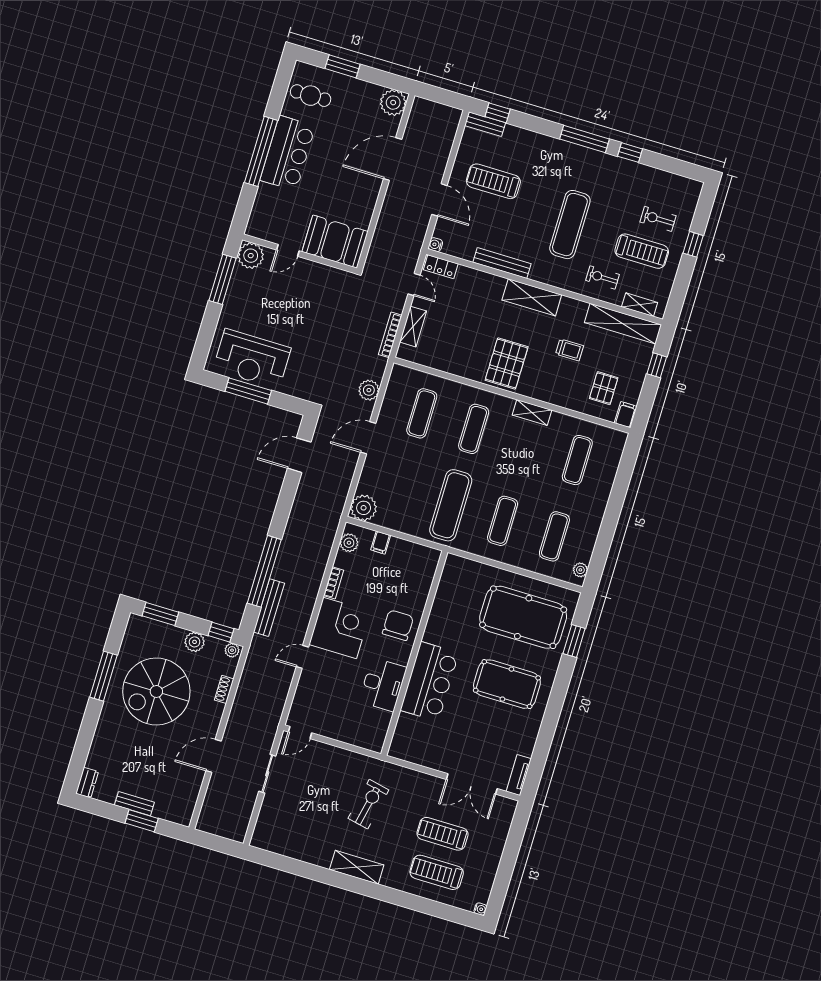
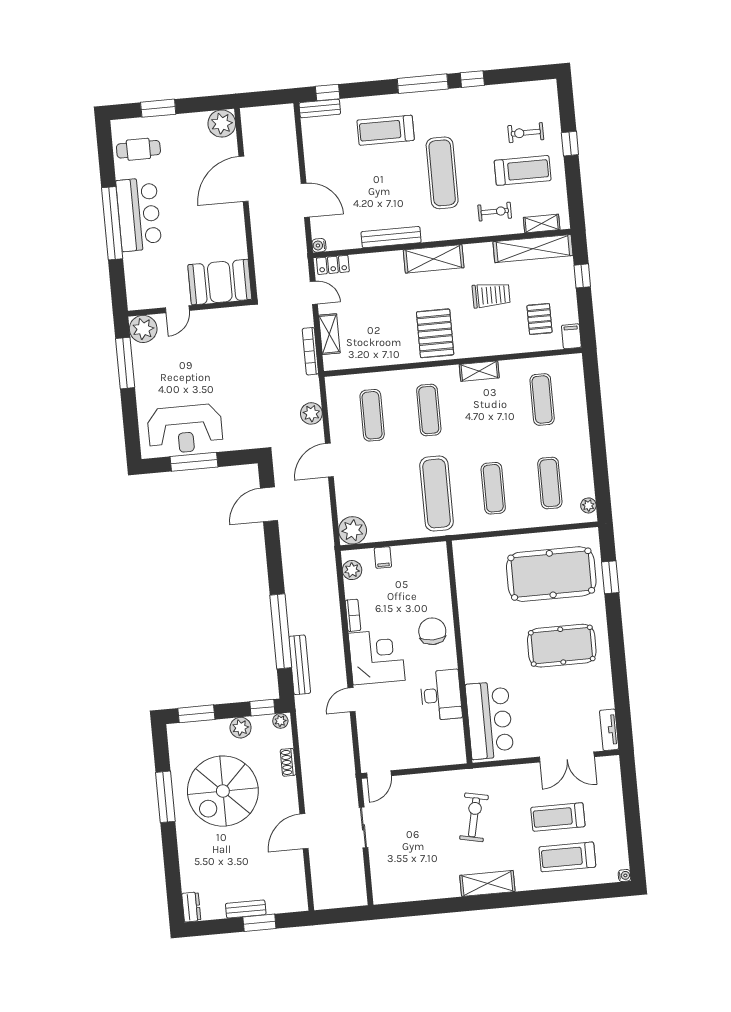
treadmill: (493, 181) -> (386, 130), moved
exercise bike: (602, 277) -> (495, 212), turned 180
trolley: (570, 350) -> (491, 295), width x1.36, depth x1.39
bar counter: (429, 682) -> (490, 720), moved

